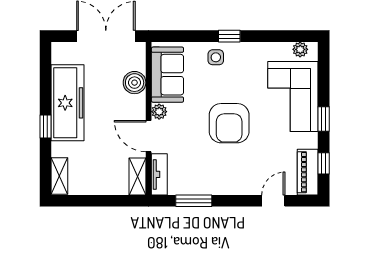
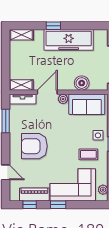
coffee table: (245, 72) -> (88, 154), added
armchair: (229, 123) -> (34, 146), moved
piano: (308, 172) -> (34, 194), moved

